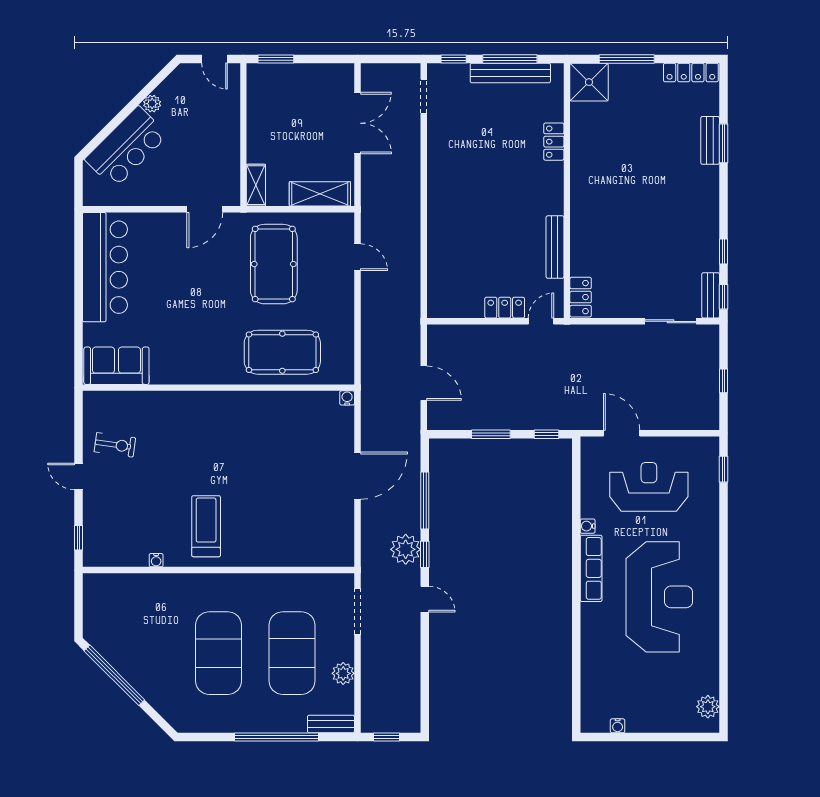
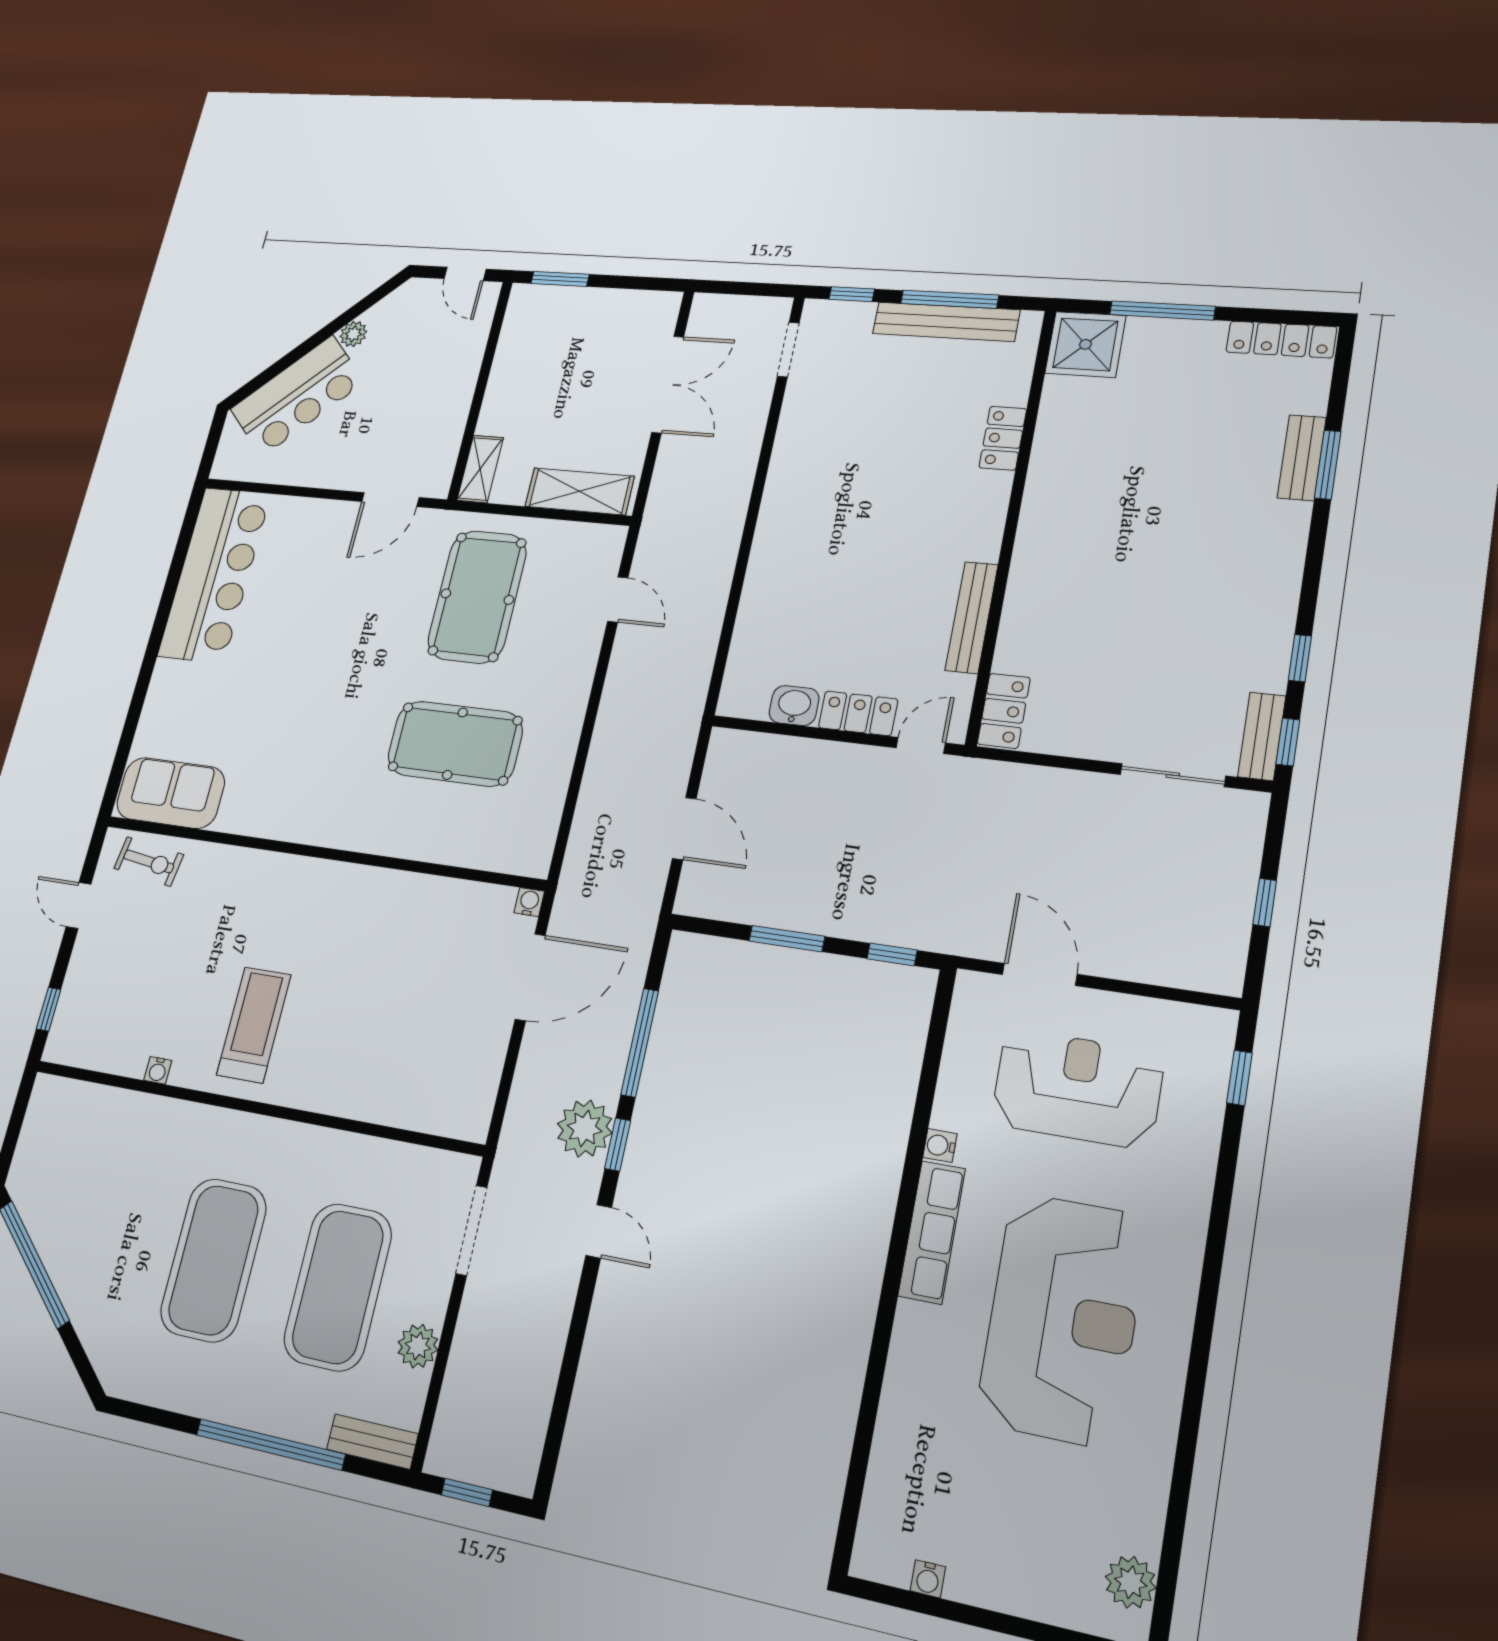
washbasin: (469, 307) -> (794, 706), added
sofa: (116, 366) -> (171, 793), moved
wall: (218, 388) -> (320, 852), moved
water cooler: (347, 398) -> (529, 902), moved

